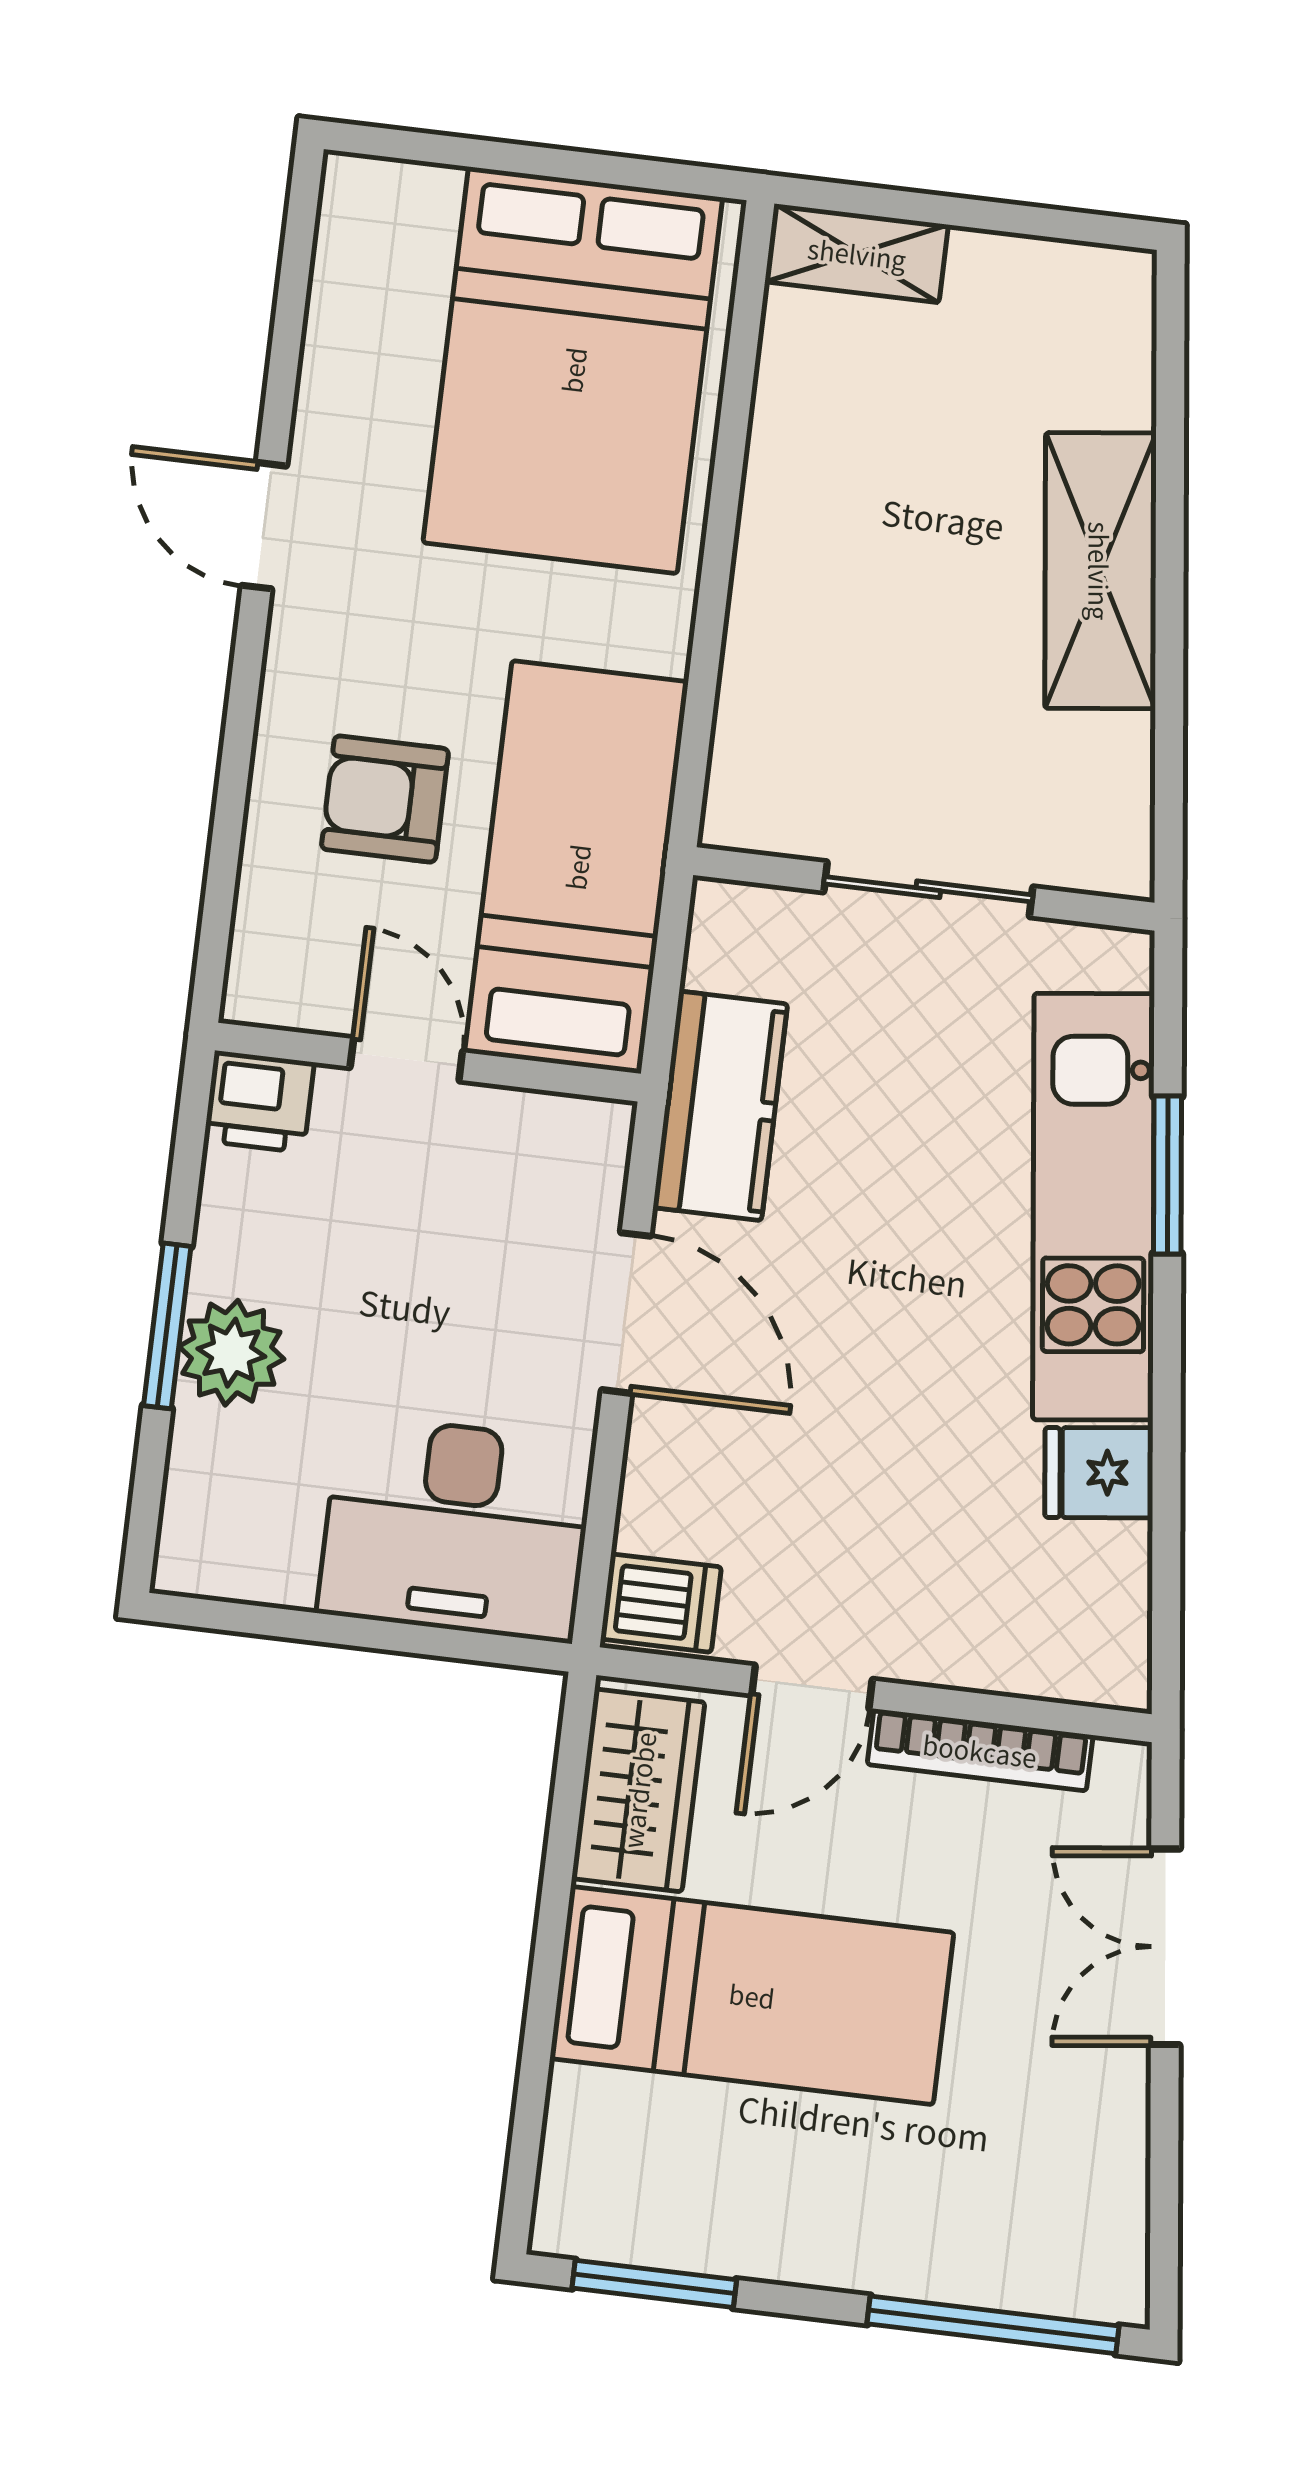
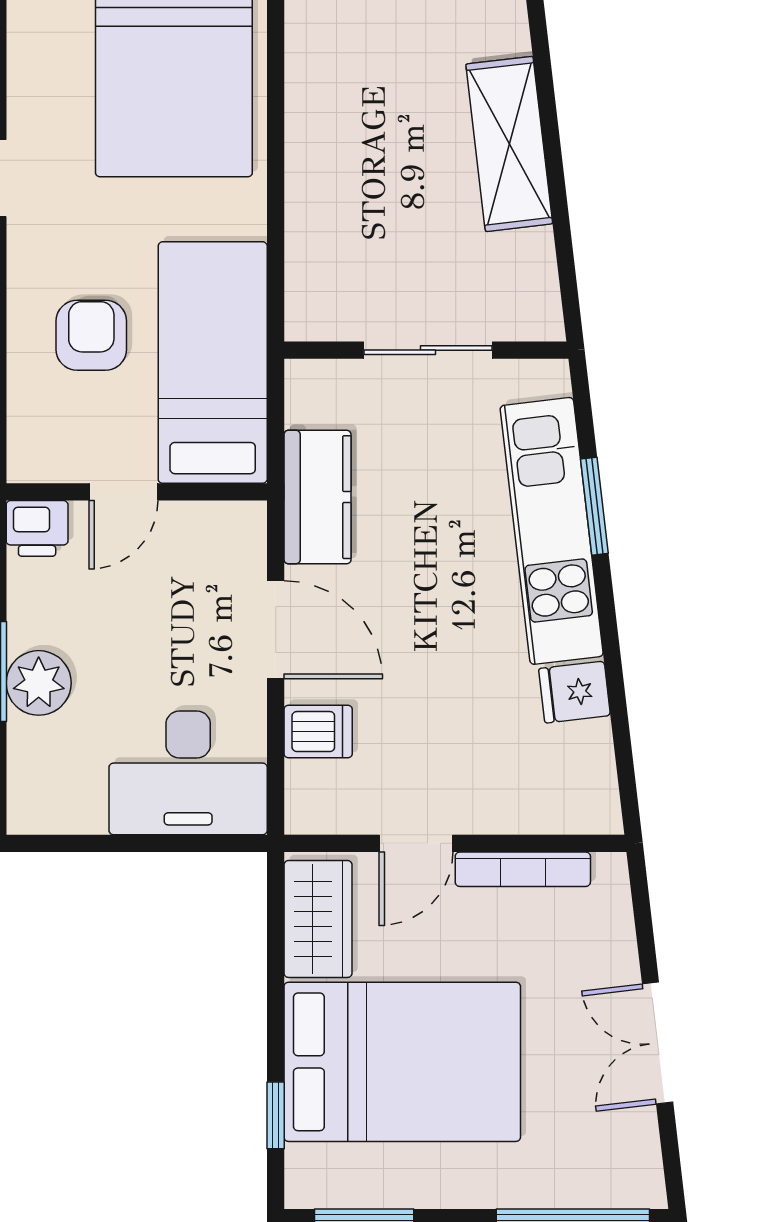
armchair: (385, 799) -> (91, 335), turned 90
door: (406, 1059) -> (123, 492), swing flipped
dishwasher: (661, 1603) -> (318, 732), moved
double door: (1165, 1947) -> (658, 1043), moved
bed: (752, 1995) -> (402, 1062), width x1.50
window: (531, 2101) -> (276, 1115), added

